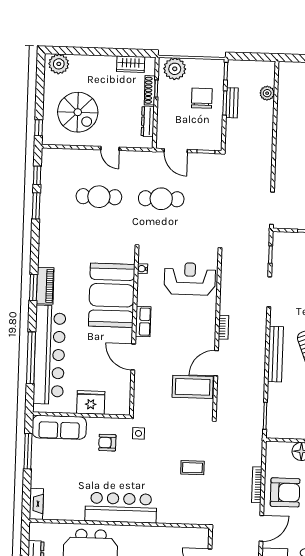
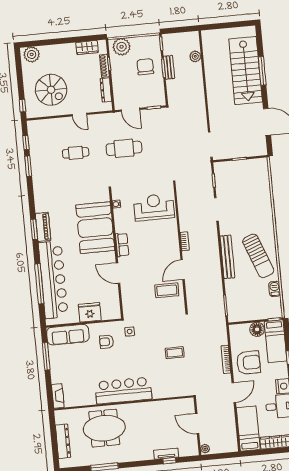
cafe table: (99, 197) -> (76, 153), width x0.73, depth x0.74
coffee table: (193, 387) -> (167, 290), width x0.73, depth x0.76

